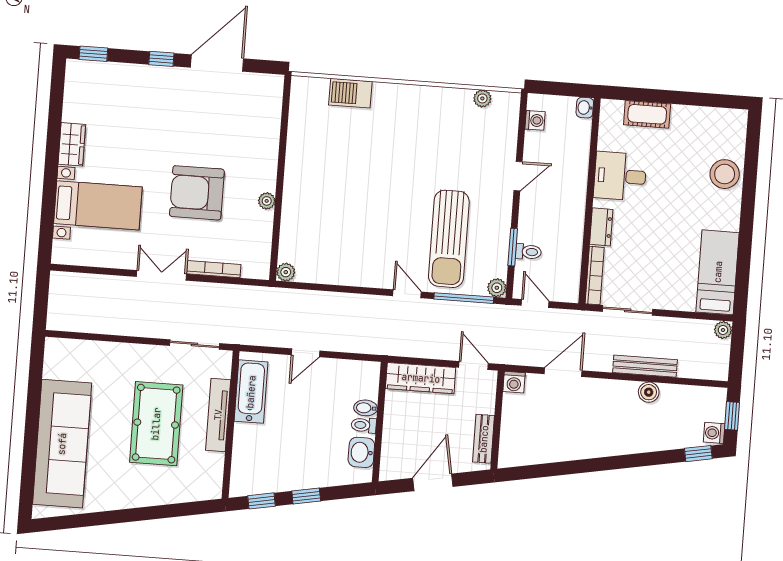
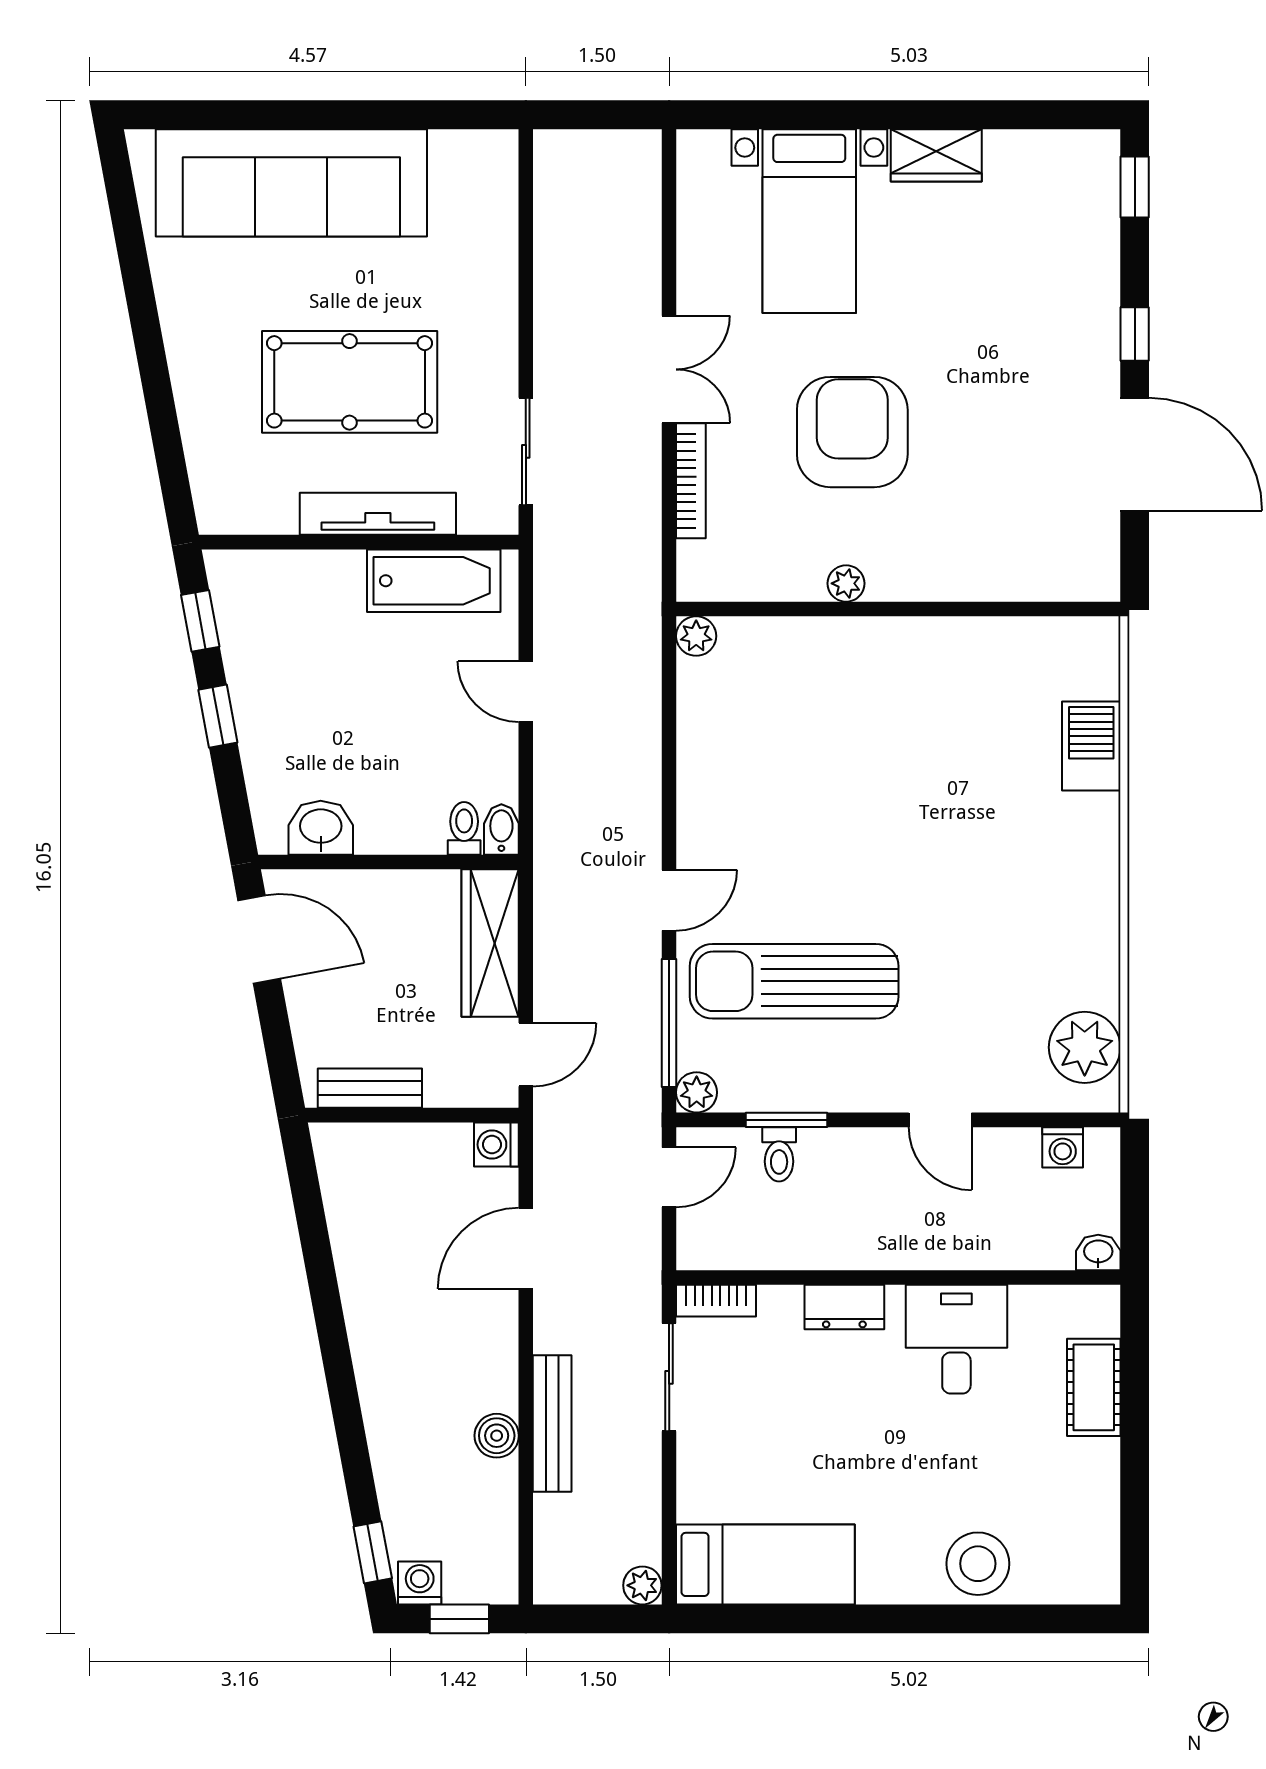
plant: (482, 98) -> (1085, 1047), width x1.88, depth x1.88
bookcase: (595, 276) -> (716, 1301), width x0.64
door: (563, 372) -> (526, 1248), swing flipped
bidet: (366, 408) -> (501, 830), moved
toilet: (364, 425) -> (464, 828), moved
door: (433, 482) -> (259, 939), moved

